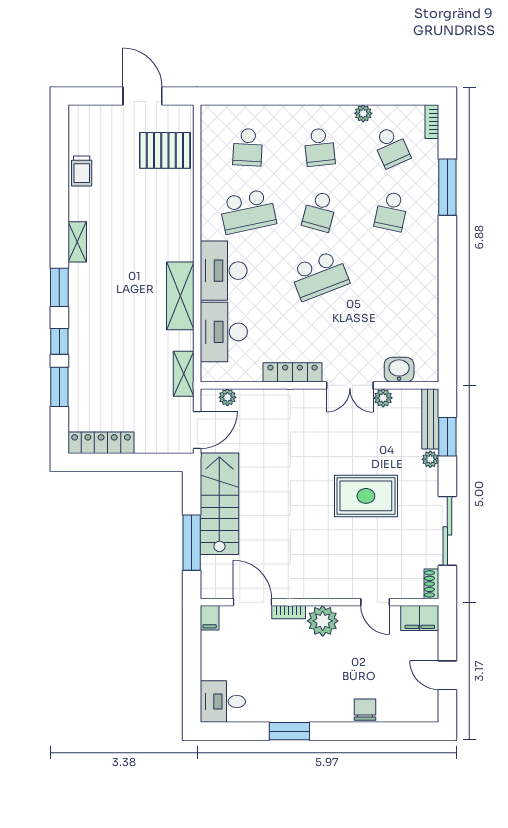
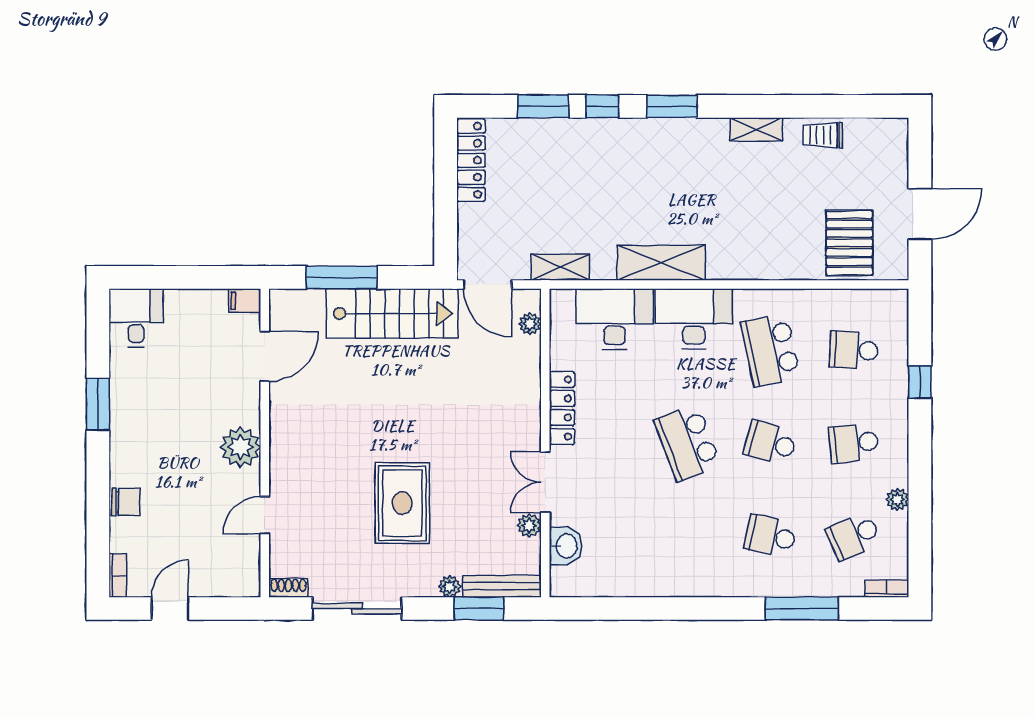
window: (272, 96) -> (920, 382), added
shelving: (77, 242) -> (756, 129), moved
bookcase: (289, 612) -> (118, 576), moved, turned 180
filing cabinet: (420, 618) -> (244, 573), removed

